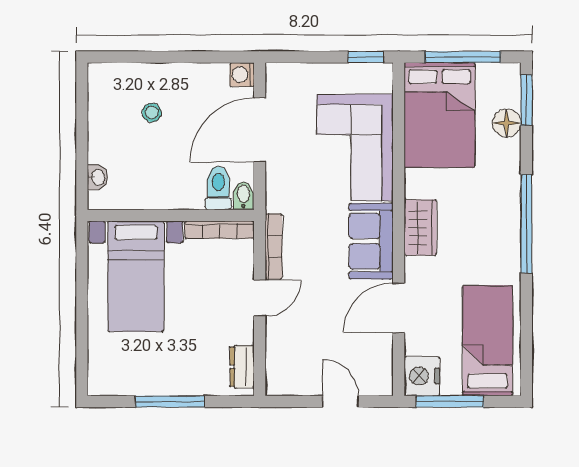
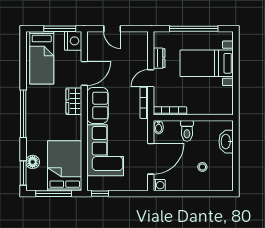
washbasin: (98, 177) -> (226, 142), width x1.91, depth x1.45
toilet: (218, 188) -> (187, 131), moved
wardrobe: (420, 227) -> (74, 101), moved
bed with nightstands: (136, 276) -> (207, 63), moved, turned -90
dresser: (242, 367) -> (159, 58), moved
window: (170, 401) -> (194, 29), width x1.46

